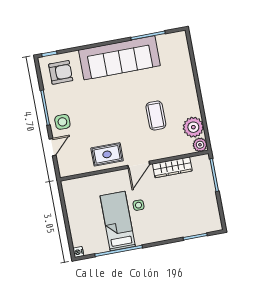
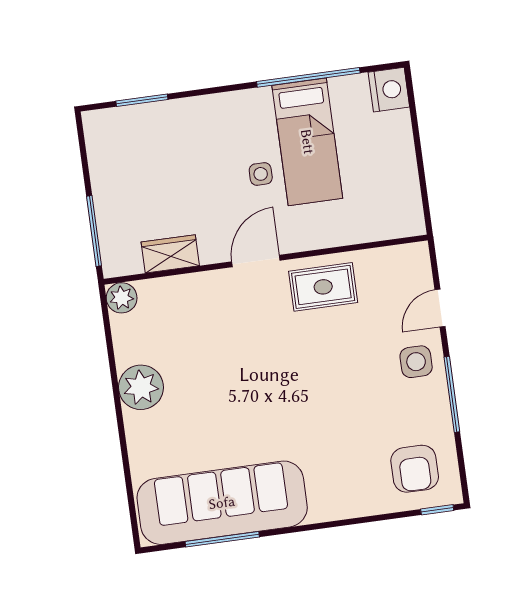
sofa: (119, 58) -> (222, 503), moved
armchair: (61, 72) -> (415, 469), turned -90
coffee table: (156, 116) -> (214, 365), removed
plant: (193, 127) -> (141, 387), moved
wardrobe: (172, 167) -> (170, 254), width x0.67
nightstand: (78, 252) -> (389, 90), width x1.89, depth x1.79

